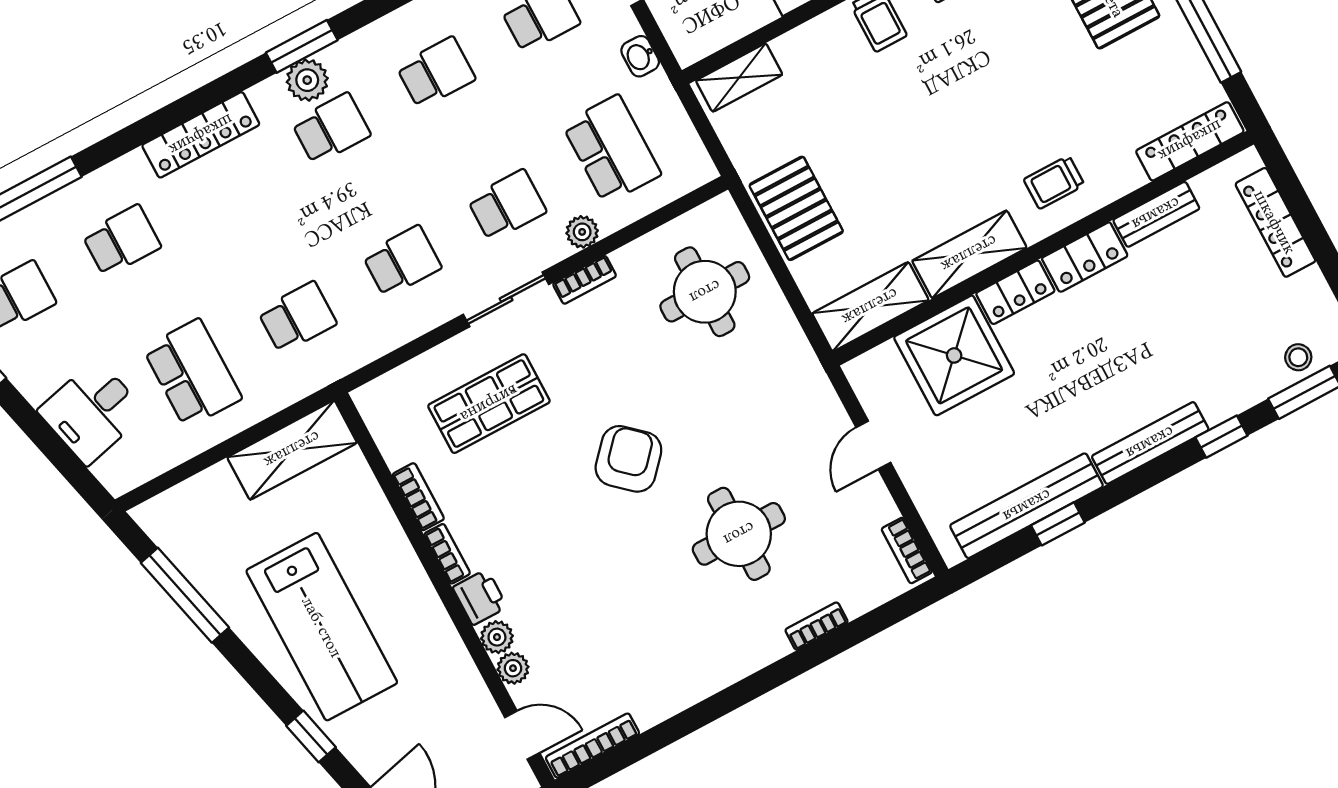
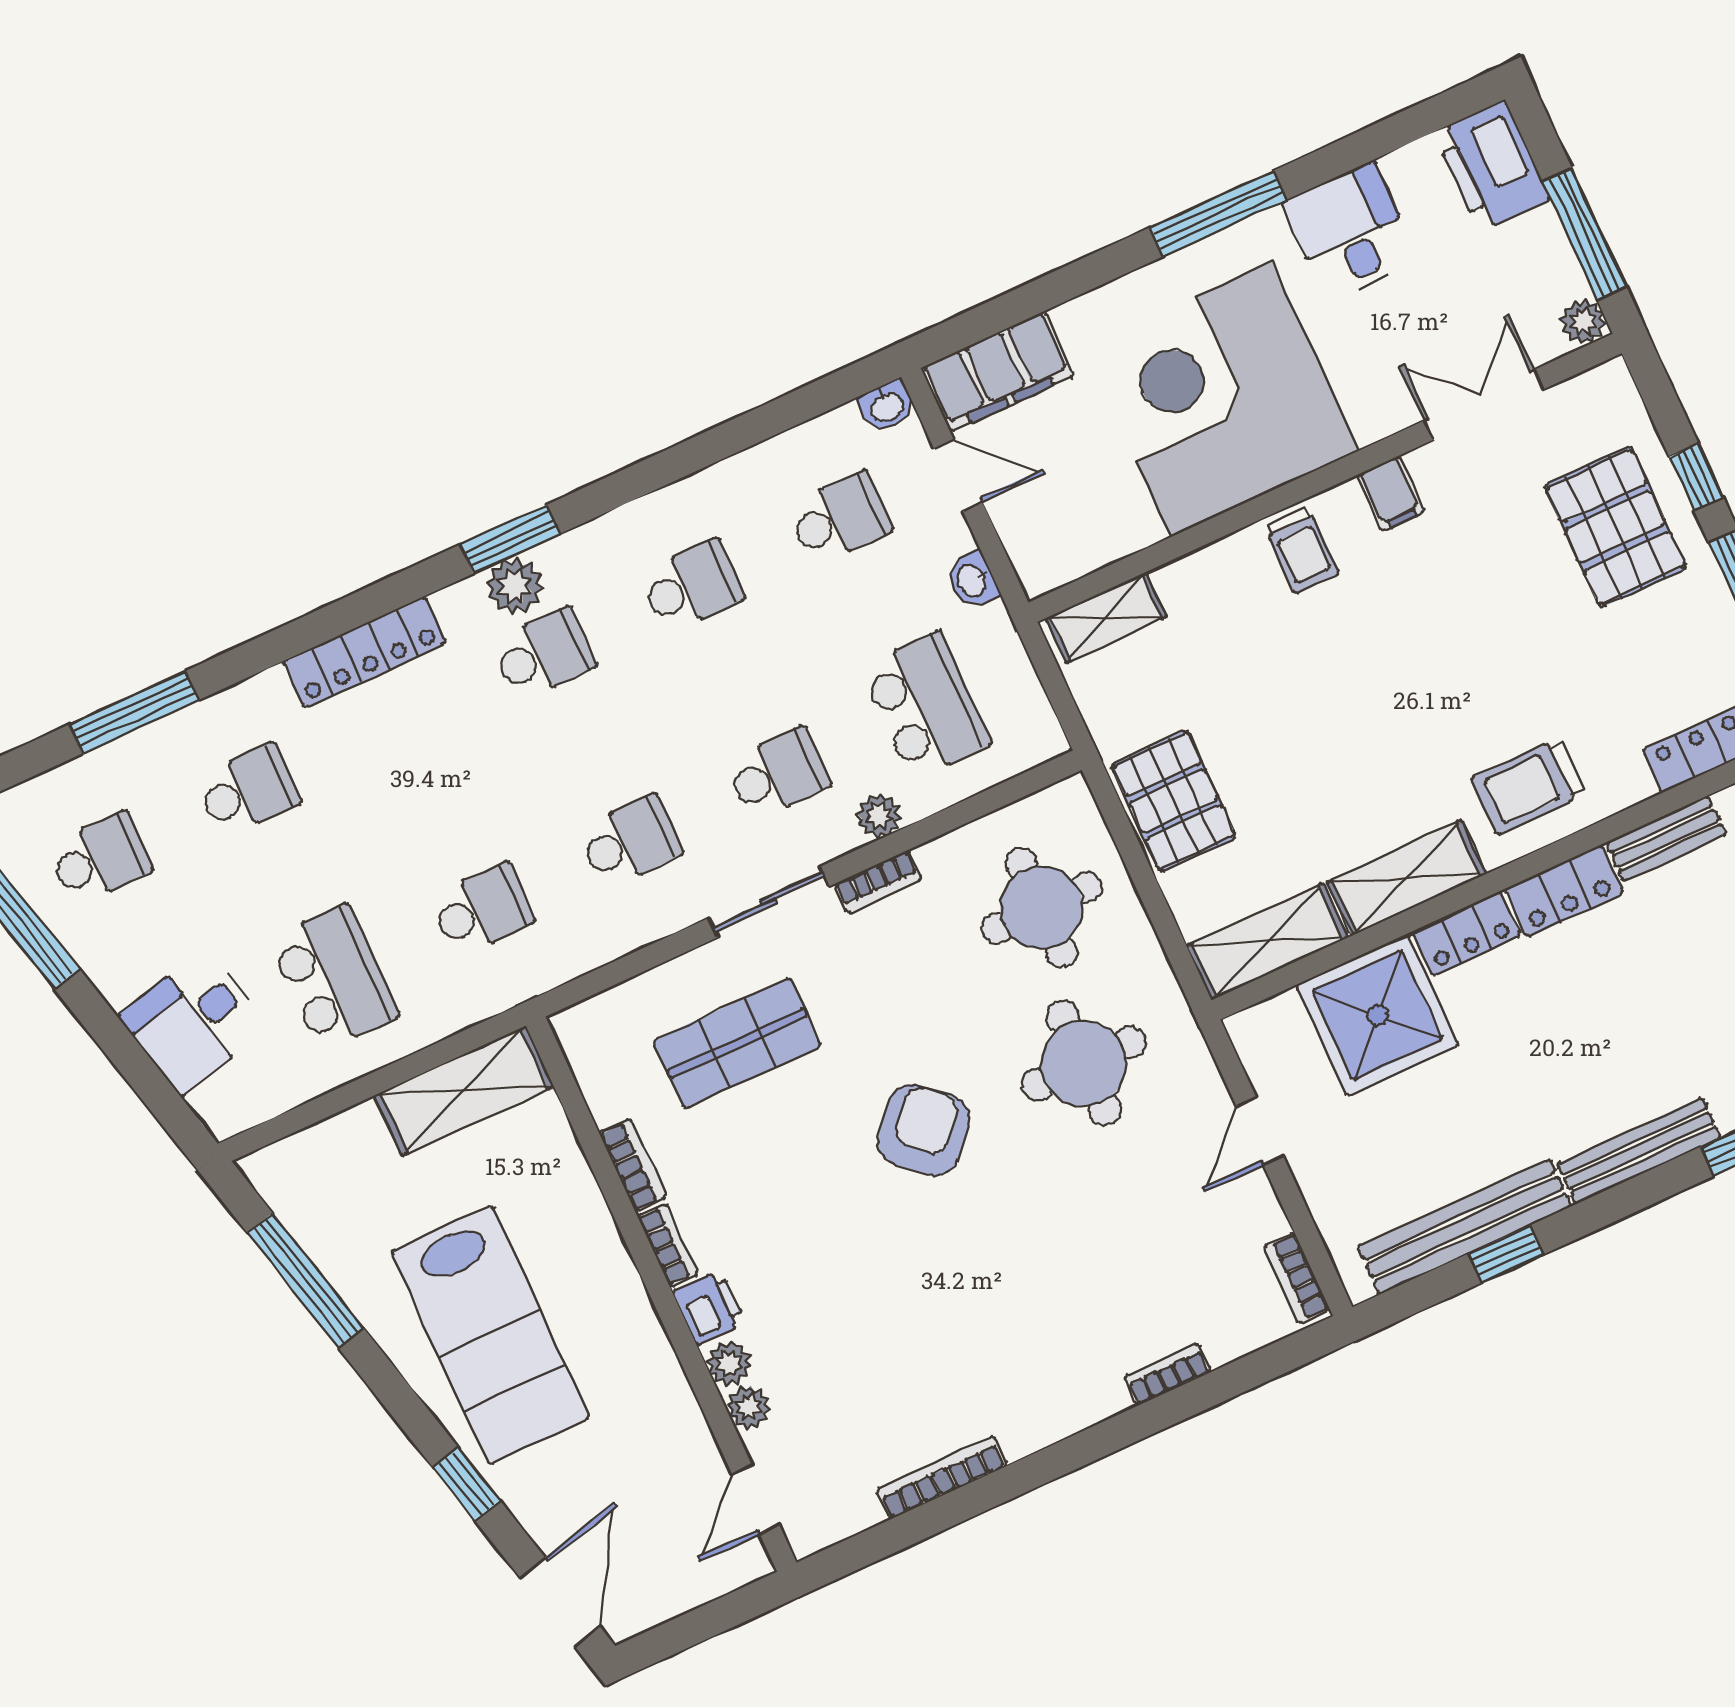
trolley: (1054, 182) -> (1528, 786), width x1.36, depth x1.39
round table: (739, 534) -> (1084, 1063), moved
door: (522, 735) -> (756, 1500), swing flipped
bookcase: (592, 746) -> (942, 1478), moved

